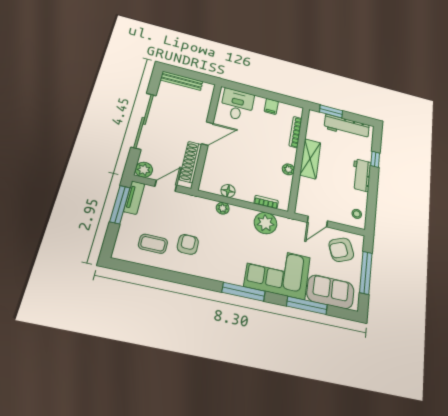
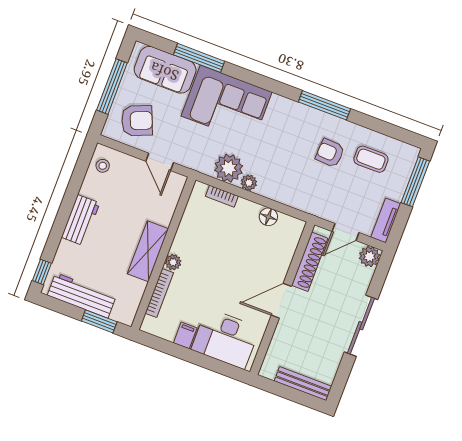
desk: (237, 105) -> (226, 339), width x1.37
sliding door: (144, 121) -> (361, 326), width x0.73
window: (375, 159) -> (42, 272), moved
plant: (288, 169) -> (173, 262), moved
window: (120, 205) -> (415, 182), moved
plant: (223, 208) -> (249, 183), moved
door: (317, 222) -> (160, 162), swing flipped
armchair: (188, 244) -> (330, 153), turned 93
window: (244, 292) -> (324, 105), moved

